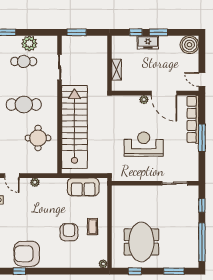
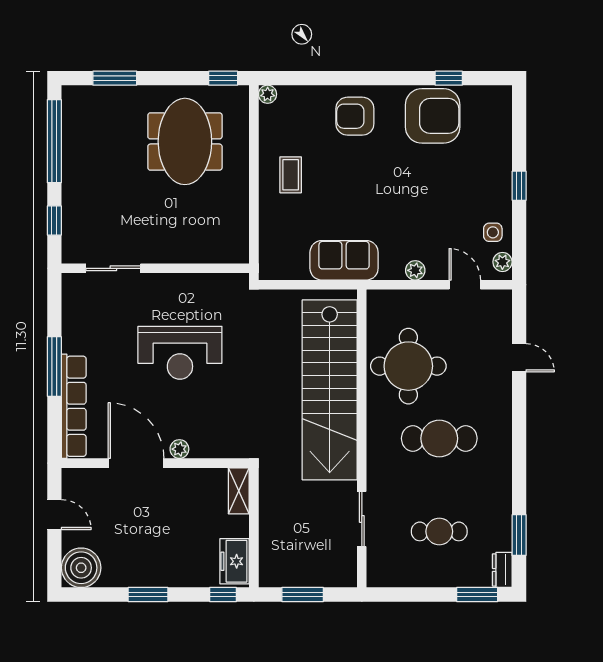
window: (77, 32) -> (303, 595), moved
window: (136, 32) -> (223, 595), moved
freezer: (148, 42) -> (234, 561), moved, turned -90
plant: (29, 43) -> (427, 571), removed
shelving: (116, 70) -> (239, 491), moved
door: (202, 80) -> (54, 515), moved
round table: (38, 138) -> (408, 366), width x1.36, depth x1.36
sofa: (83, 187) -> (344, 260), moved
armchair: (69, 232) -> (355, 116), moved, turned 90
window: (135, 271) -> (223, 78), moved

